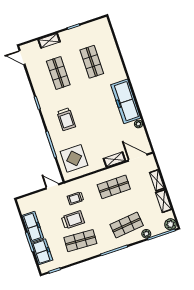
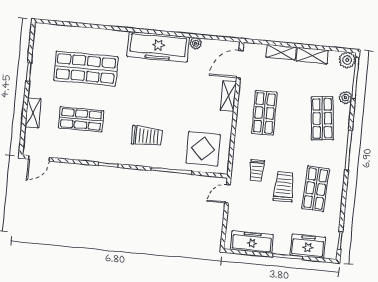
shop shelf: (92, 62) -> (86, 68), width x1.43, depth x1.36
freezer: (33, 227) -> (252, 242), moved

